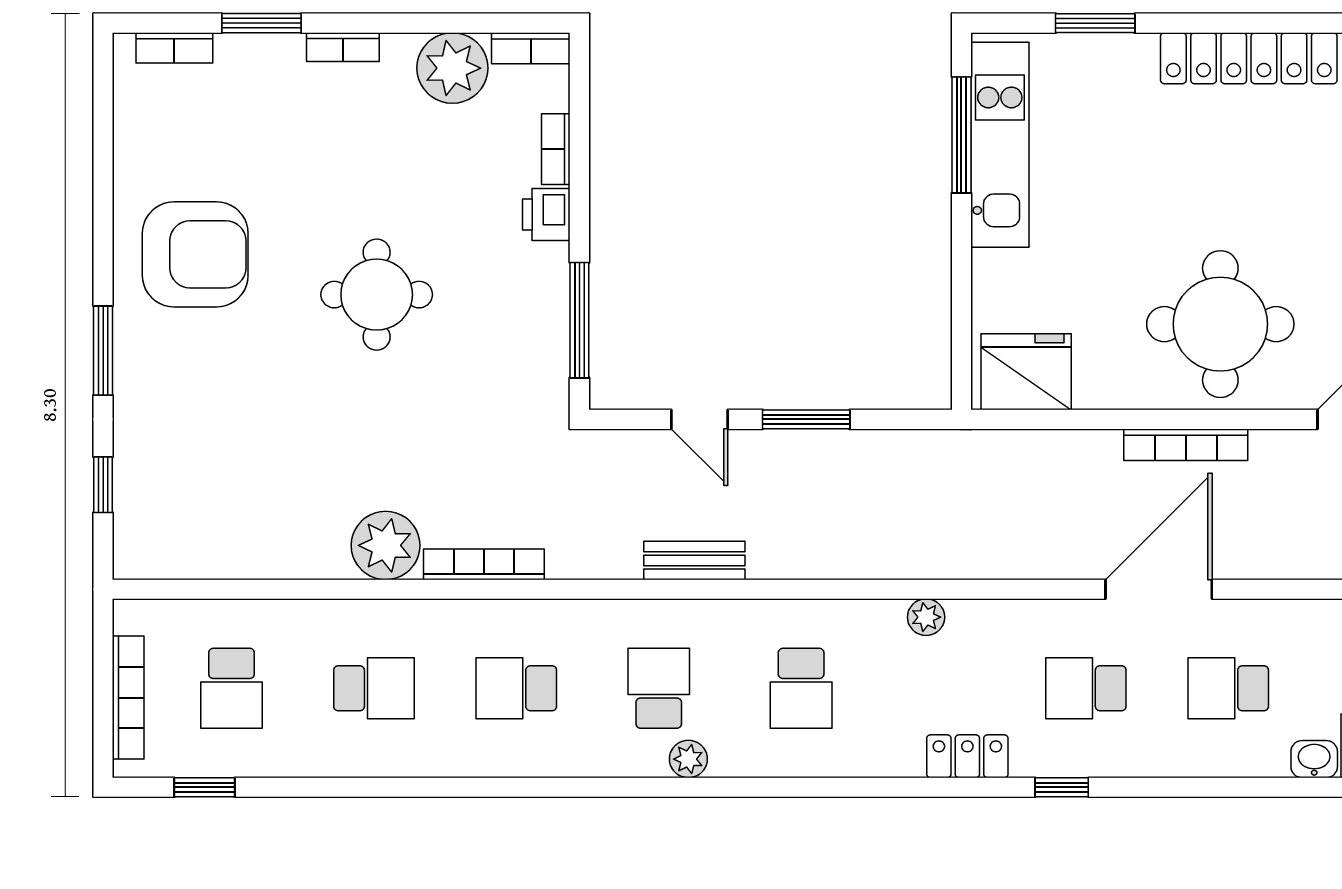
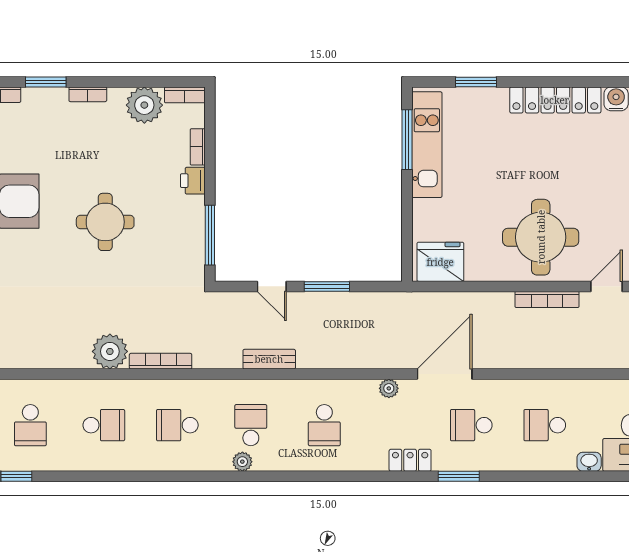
bookcase: (1186, 445) -> (547, 299), moved
door: (1159, 589) -> (445, 374), moved
plant: (688, 759) -> (242, 462), moved
window: (1062, 787) -> (459, 476), width x1.50

